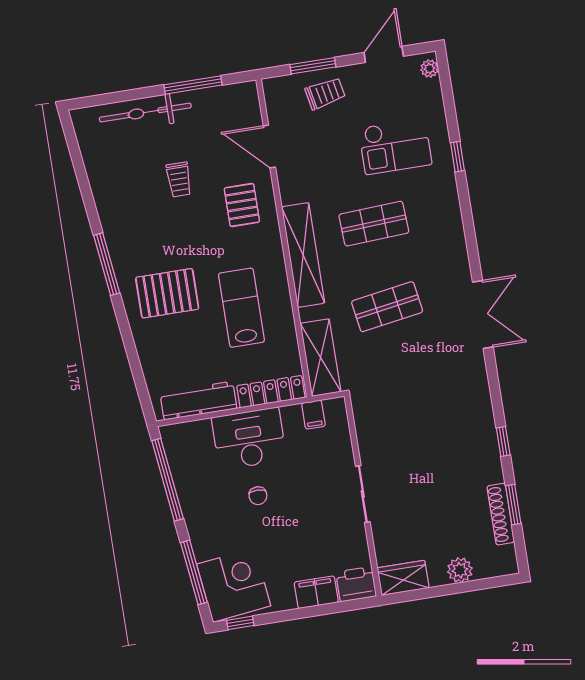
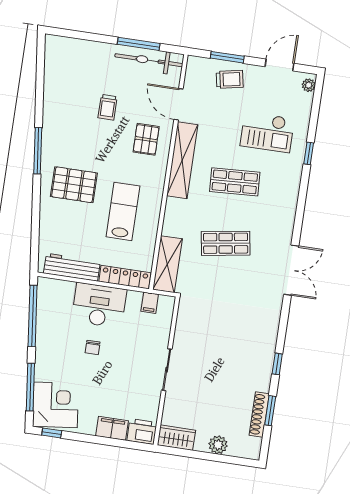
bicycle: (145, 113) -> (149, 60), moved
shelving: (303, 255) -> (182, 160), moved

